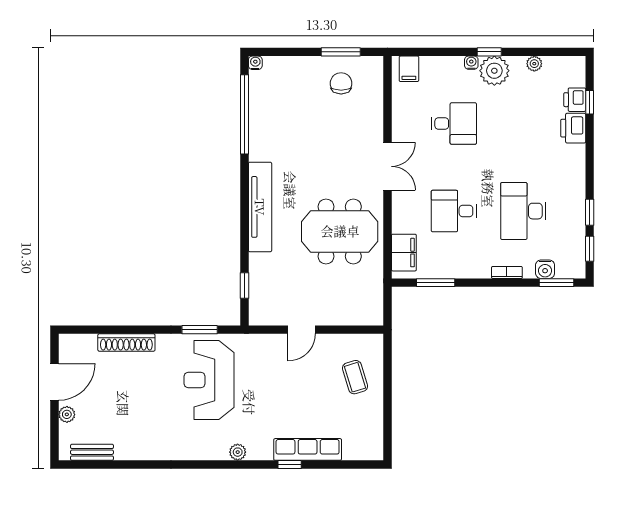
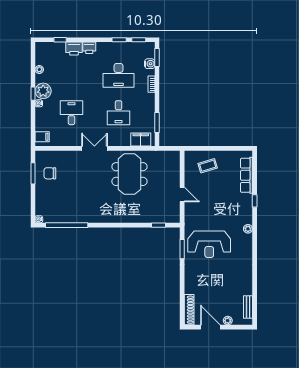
printer: (575, 100) -> (89, 48), moved
tv unit: (260, 207) -> (116, 217), removed
shoe rack: (126, 343) -> (189, 310), moved
row of seats: (308, 449) -> (247, 175), moved

